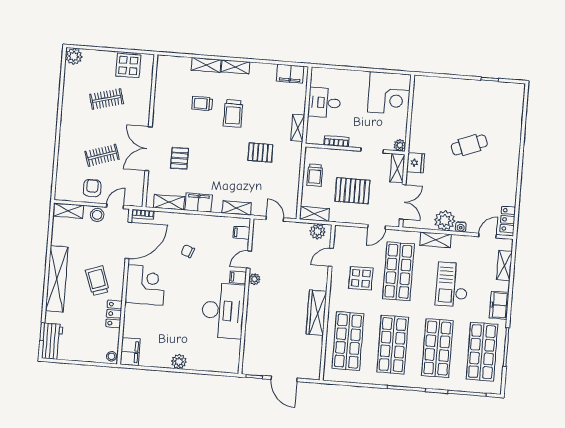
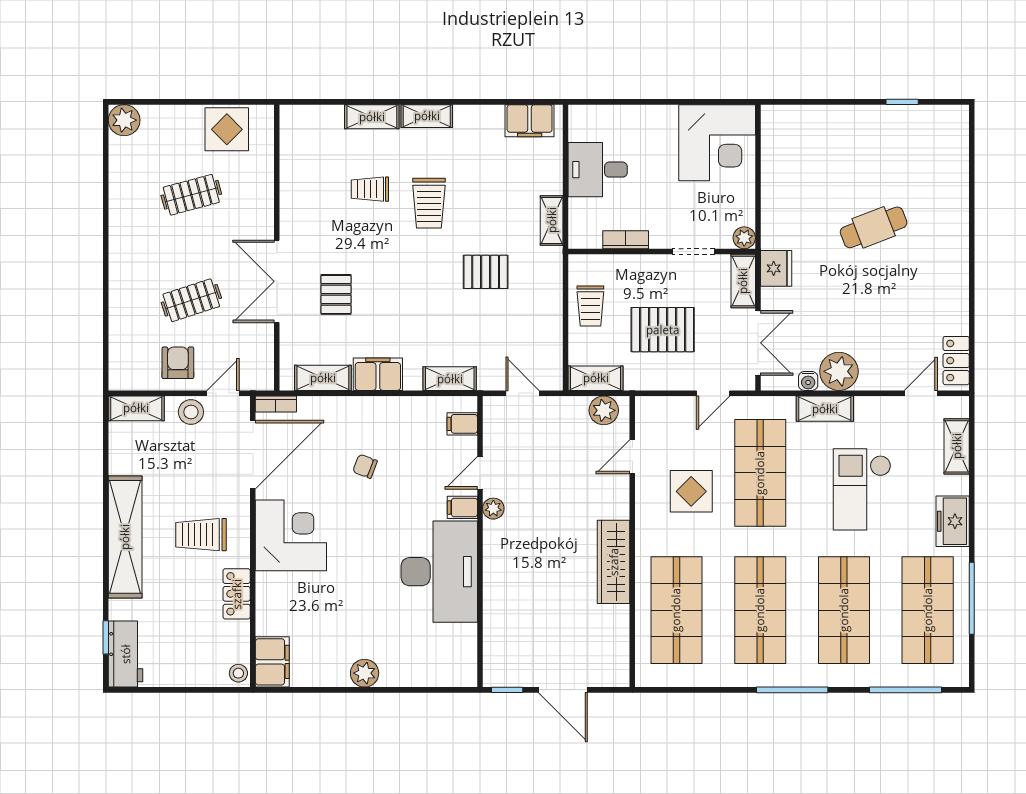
water cooler: (461, 227) -> (808, 381), moved
trolley: (97, 281) -> (201, 535), turned -71

